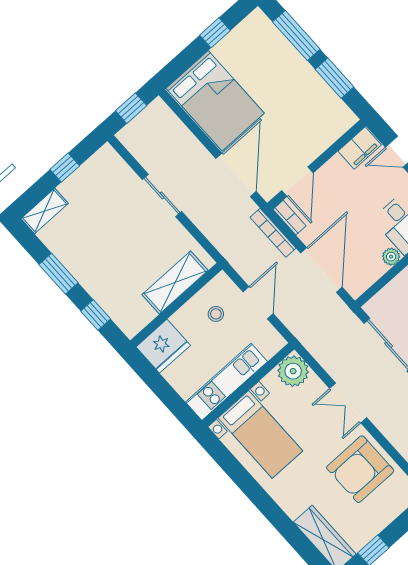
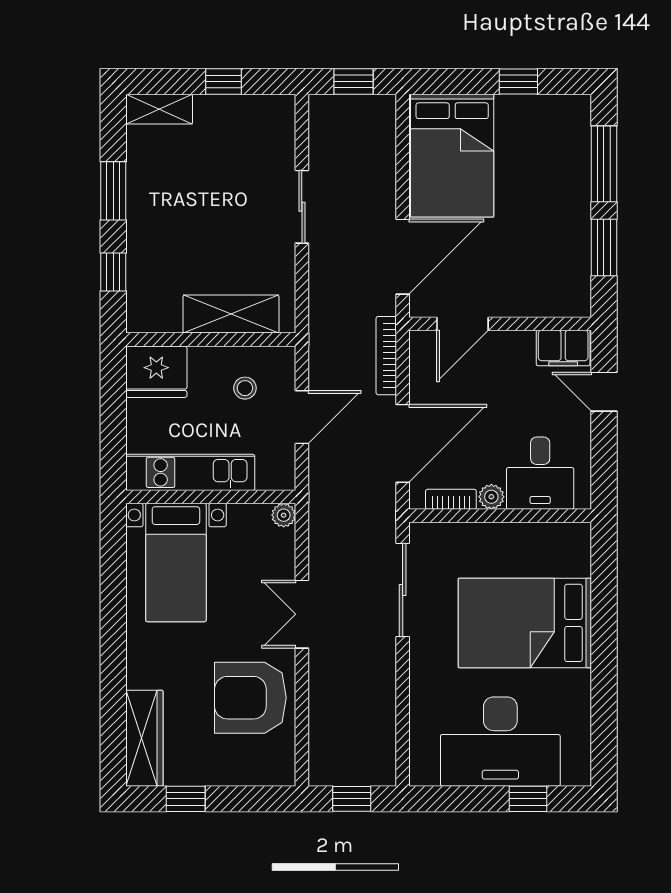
bookcase: (290, 218) -> (451, 499), moved, turned -90
plant: (293, 371) -> (284, 515), width x0.53, depth x0.53

